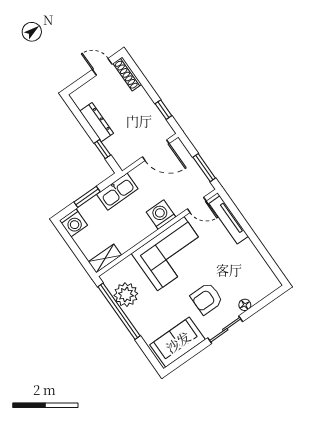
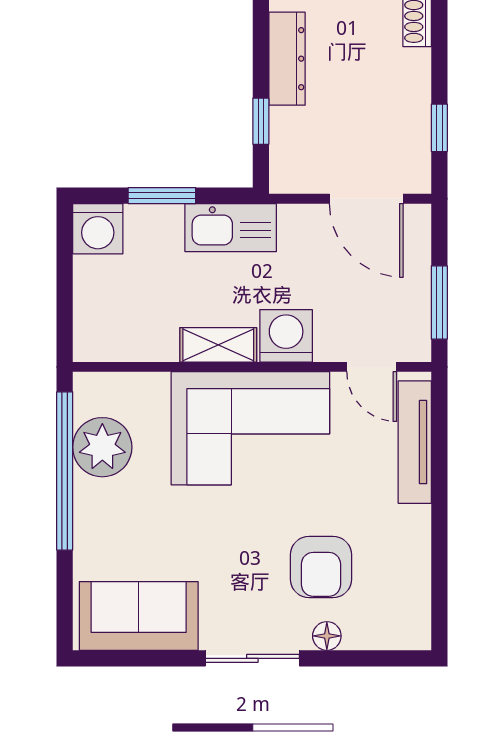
shelving: (105, 258) -> (218, 345), moved
armchair: (207, 299) -> (321, 567), moved, turned -90

